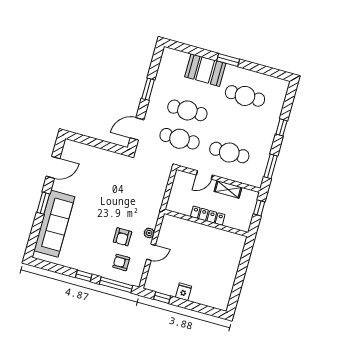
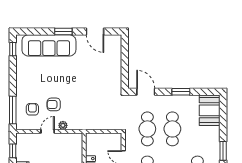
booth: (205, 70) -> (210, 110), moved
door: (151, 252) -> (48, 131), swing flipped
window: (84, 276) -> (13, 49), moved

